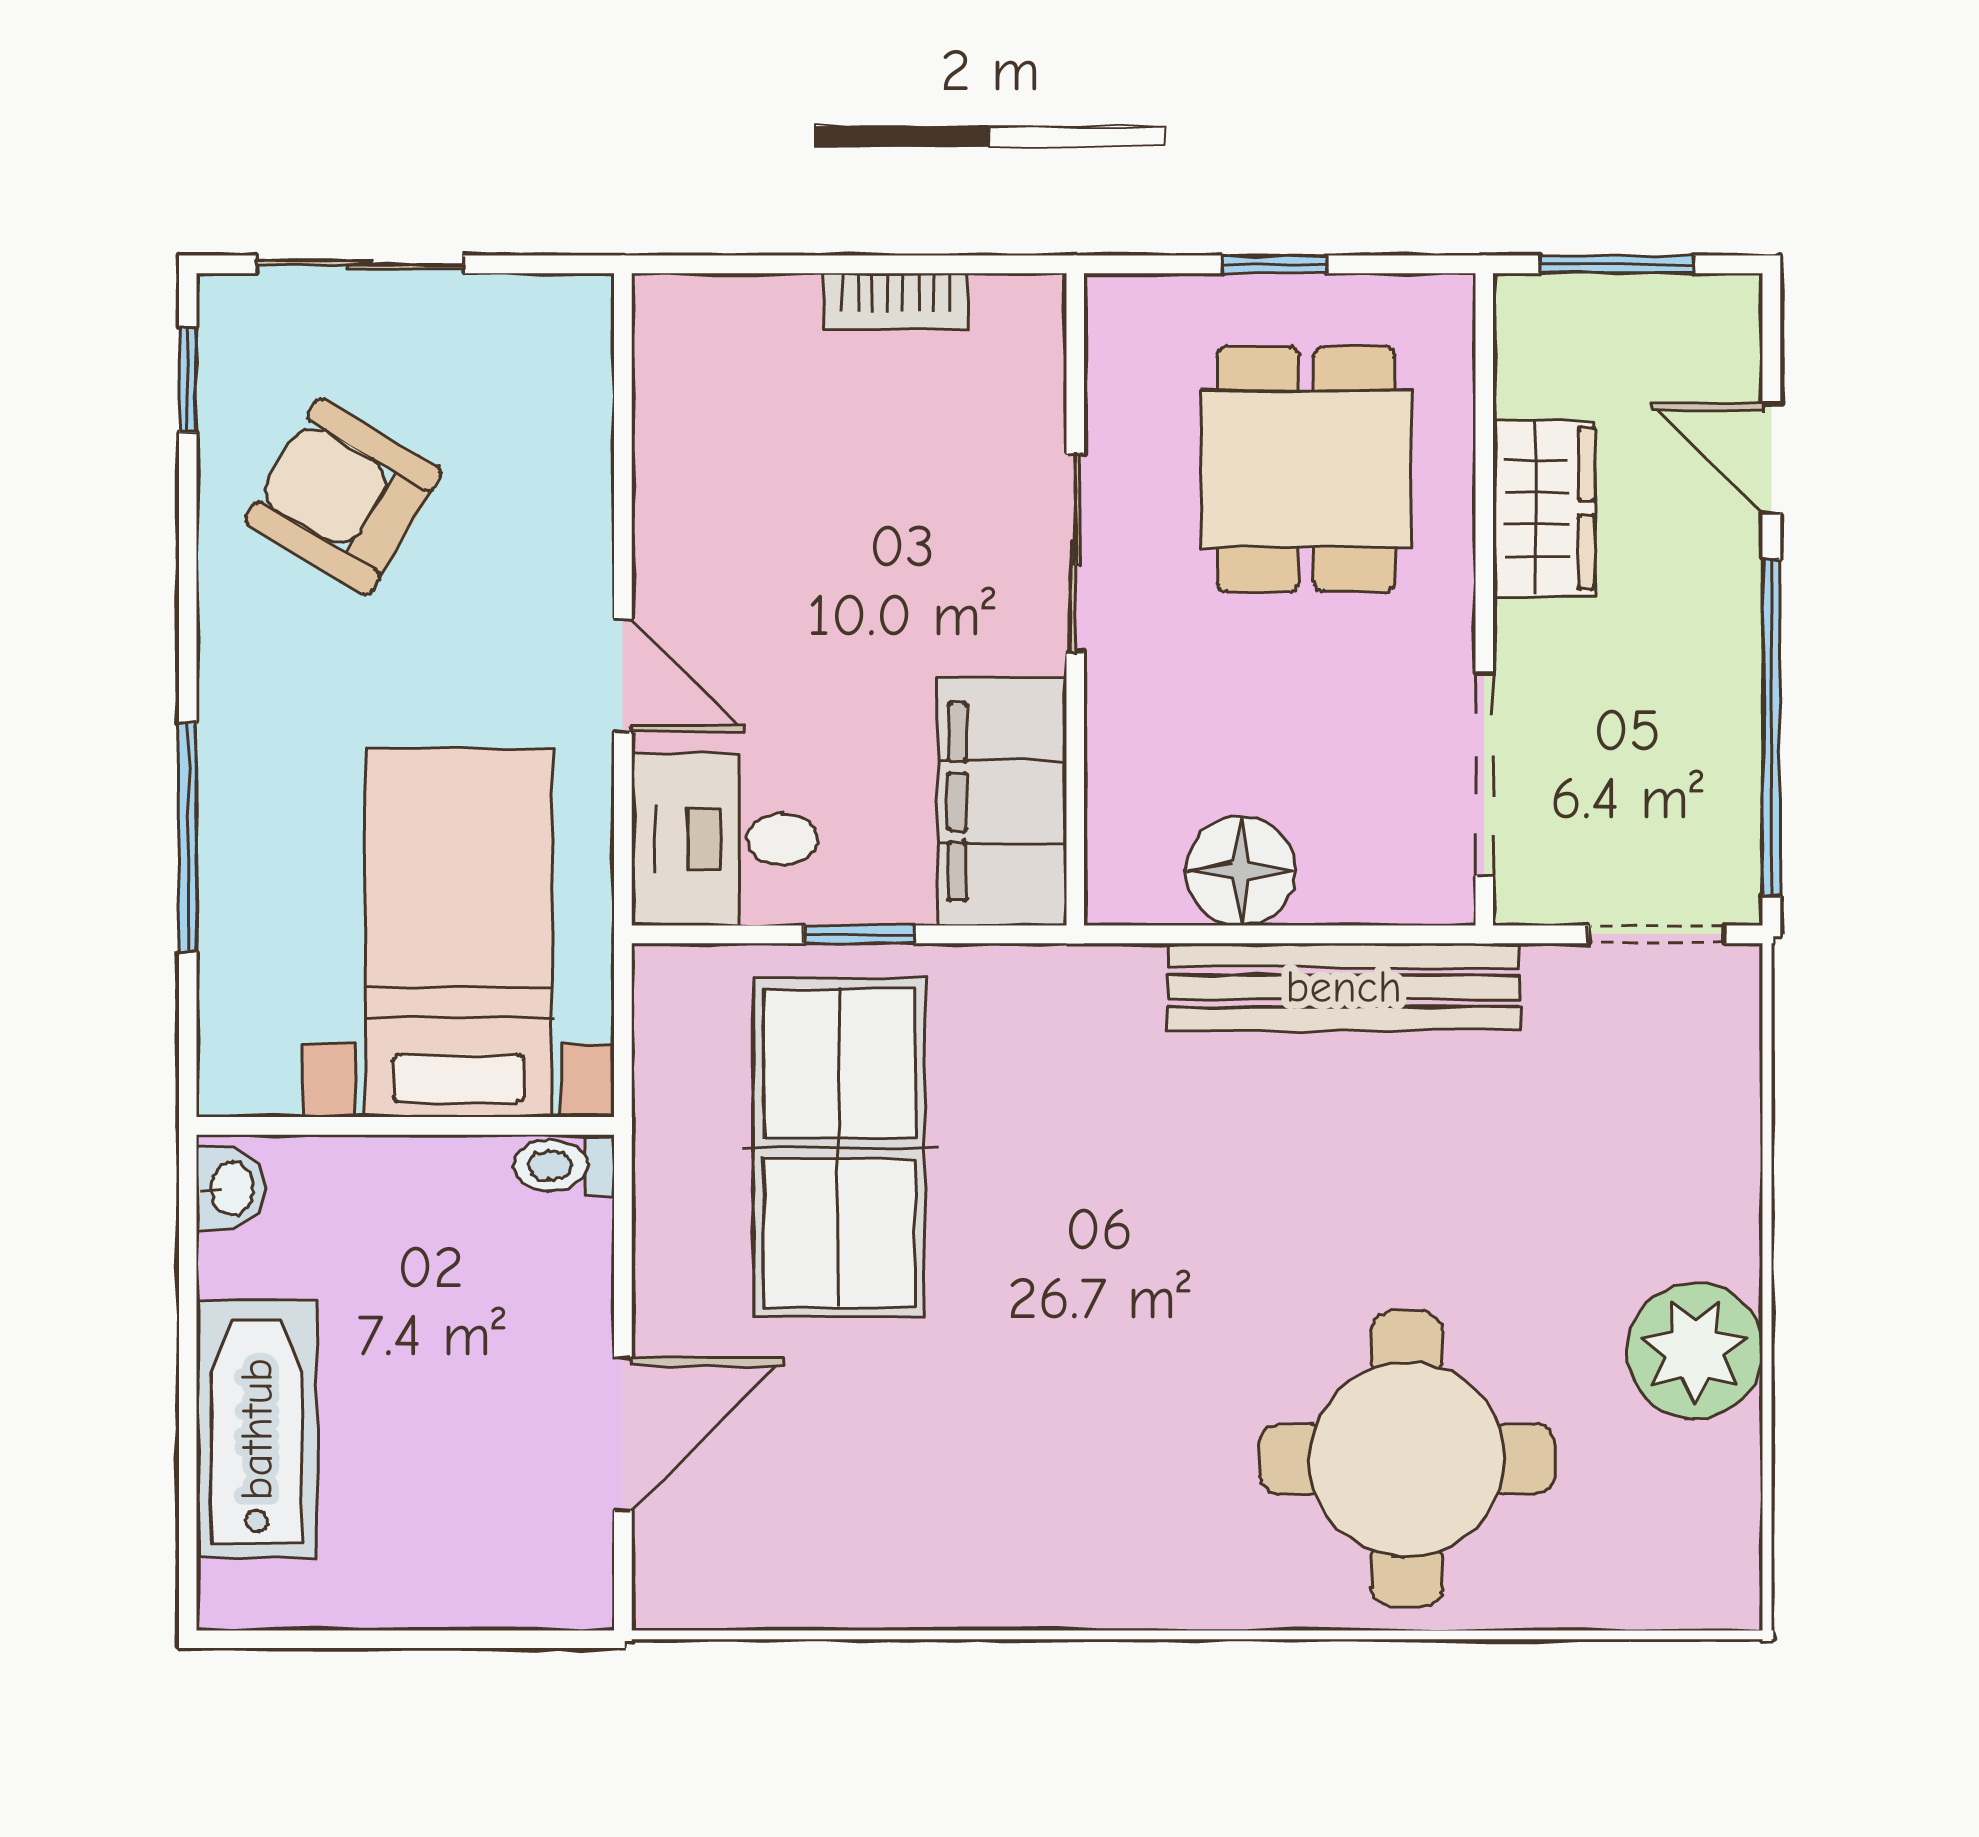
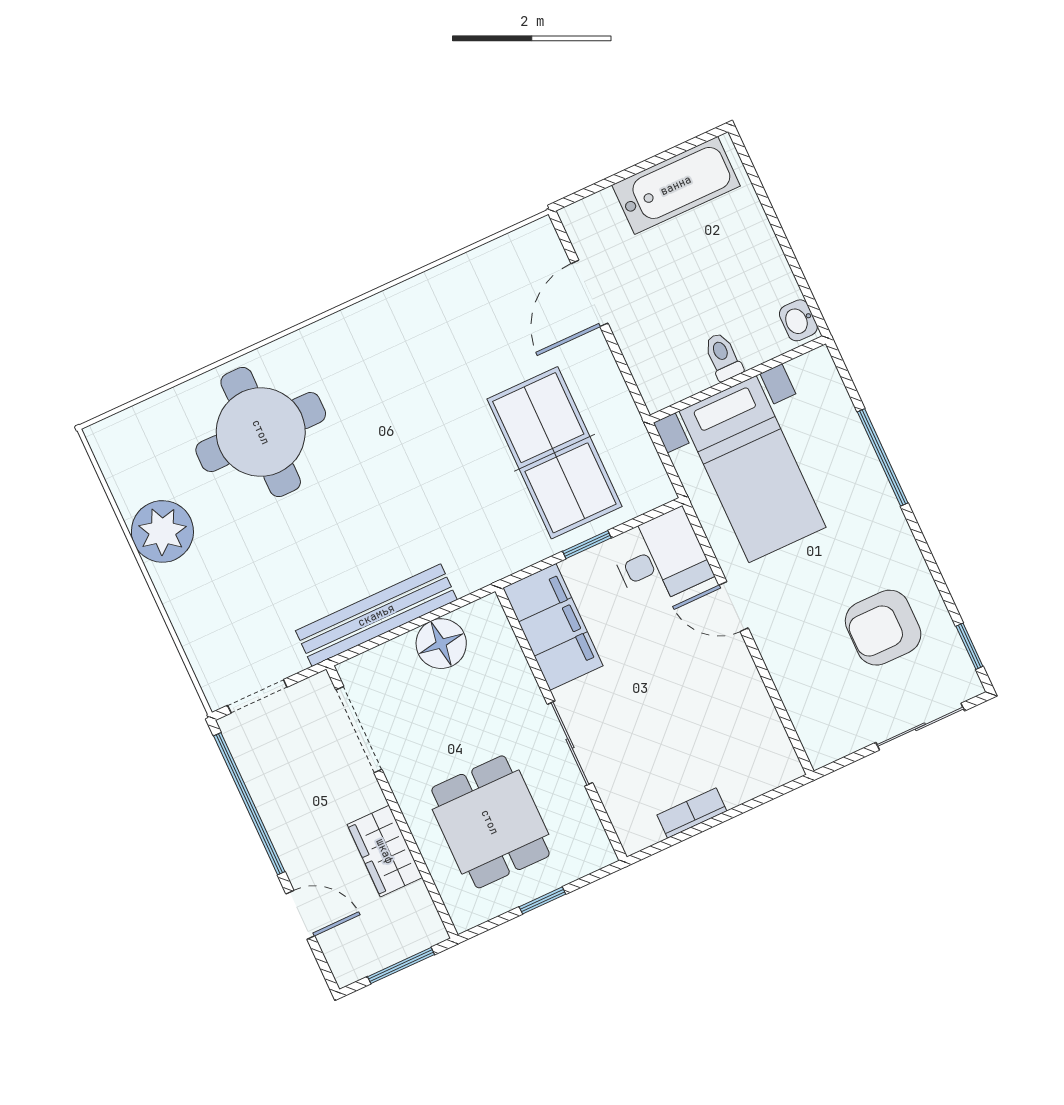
armchair: (343, 497) -> (883, 628), turned 149
toilet: (564, 1165) -> (723, 357), moved, turned -90
bathtub: (257, 1429) -> (676, 185), moved, turned -90

